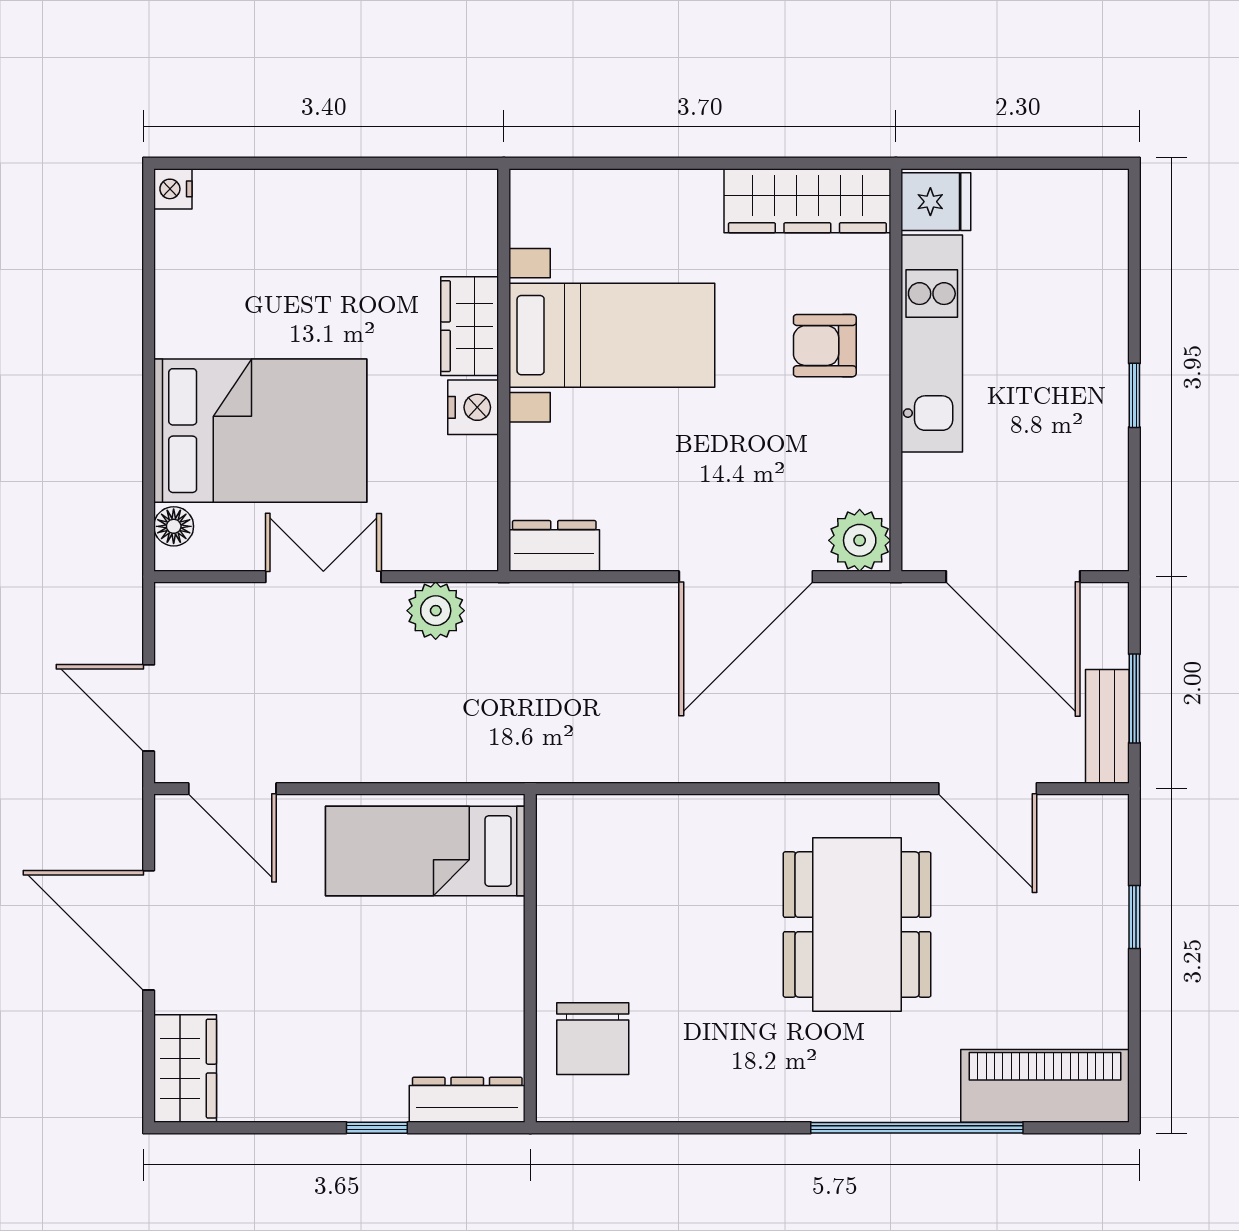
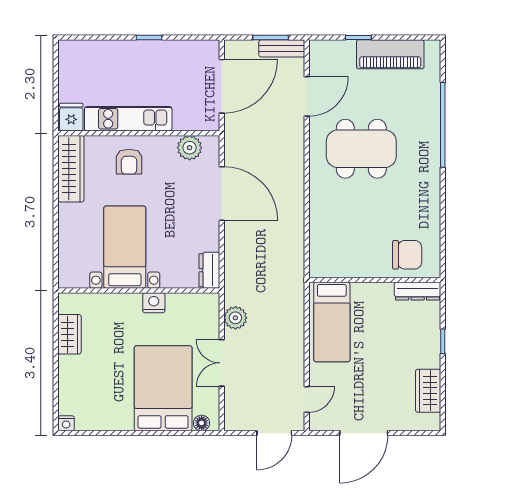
wardrobe: (470, 326) -> (69, 334), moved, turned -90
plant: (860, 540) -> (190, 148), moved
door: (232, 789) -> (307, 399), width x0.73
wardrobe: (185, 1069) -> (428, 391), moved, turned -90
piano: (1045, 1086) -> (390, 54), moved, turned -90
dresser: (467, 1100) -> (418, 291), moved, turned -90

